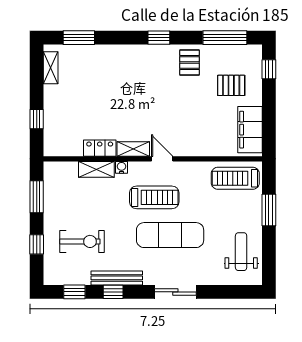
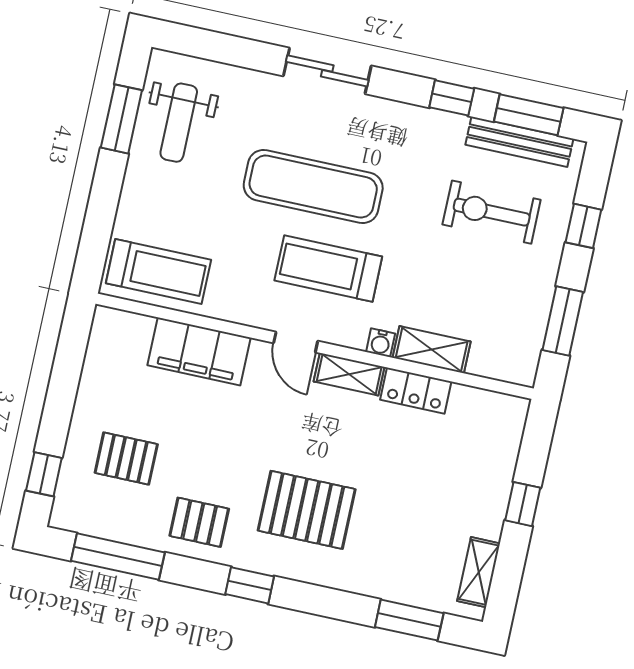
pallet: (190, 62) -> (199, 522), turned 90
pallet: (139, 80) -> (307, 510), added
window: (37, 119) -> (523, 504), moved
filing cabinet: (250, 130) -> (199, 351), moved, turned 90
window: (269, 210) -> (121, 119), moved
bench: (117, 278) -> (519, 142), moved
window: (74, 292) -> (529, 115), width x1.50

